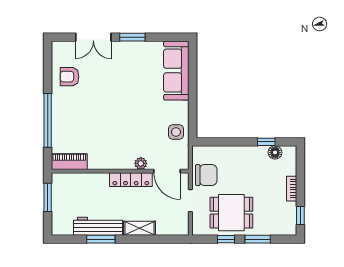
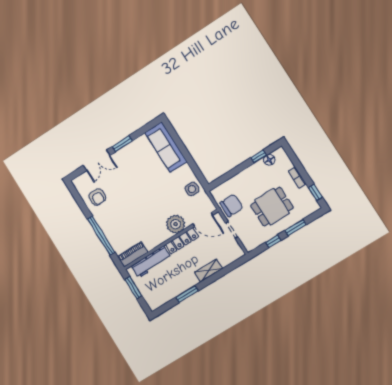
armchair: (69, 77) -> (97, 197), turned -90
plant: (141, 163) -> (176, 224), width x1.88, depth x1.88
dining table: (231, 213) -> (272, 207), moved
workbench: (98, 226) -> (151, 262), moved, turned 180

